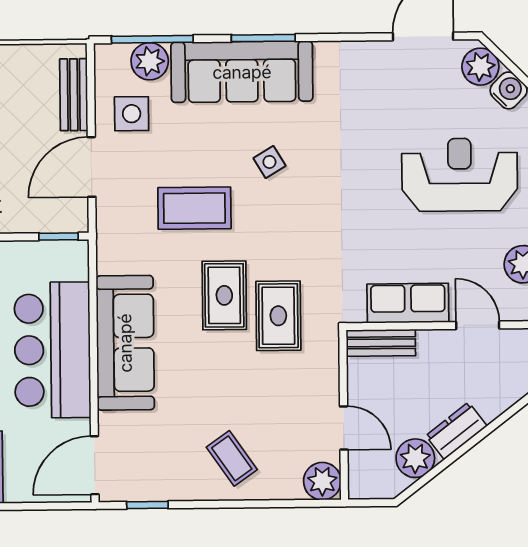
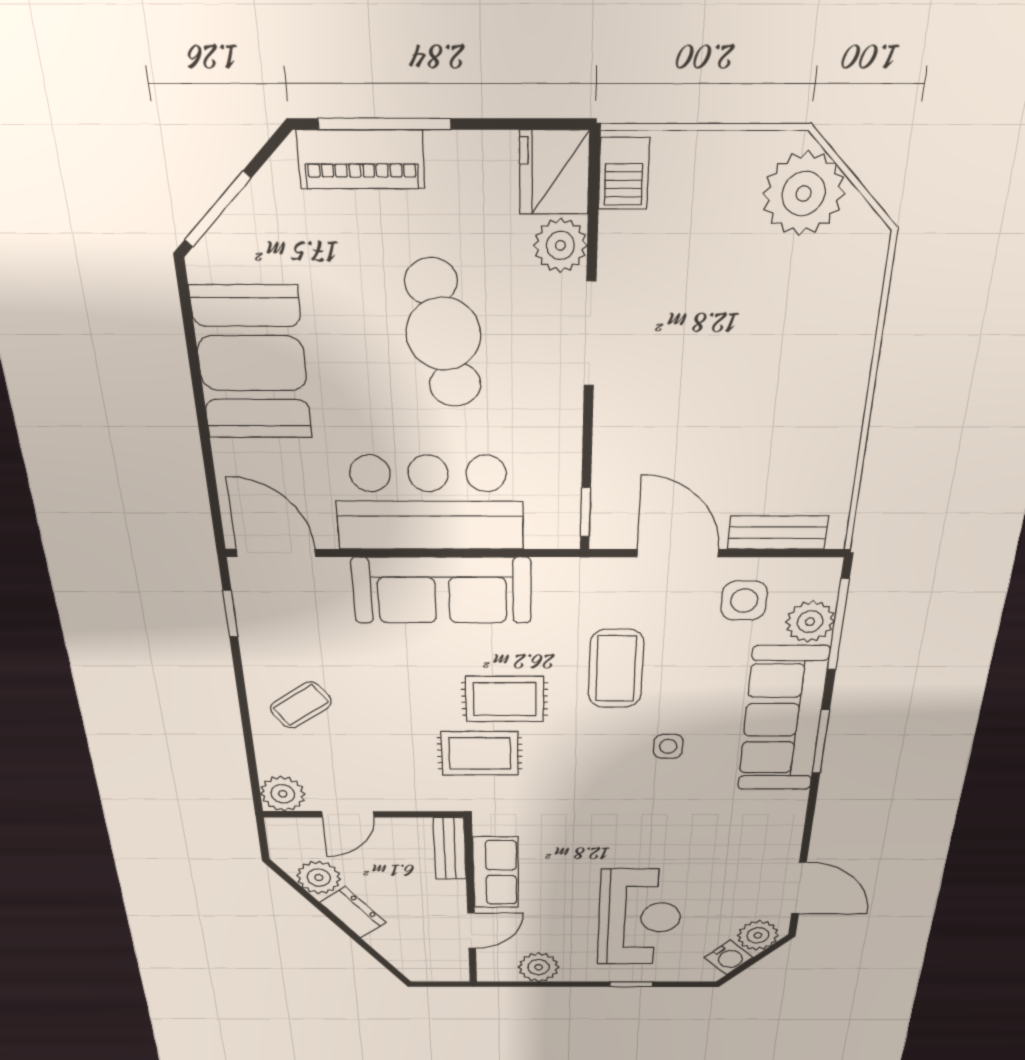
side table: (269, 162) -> (668, 746), turned 31

